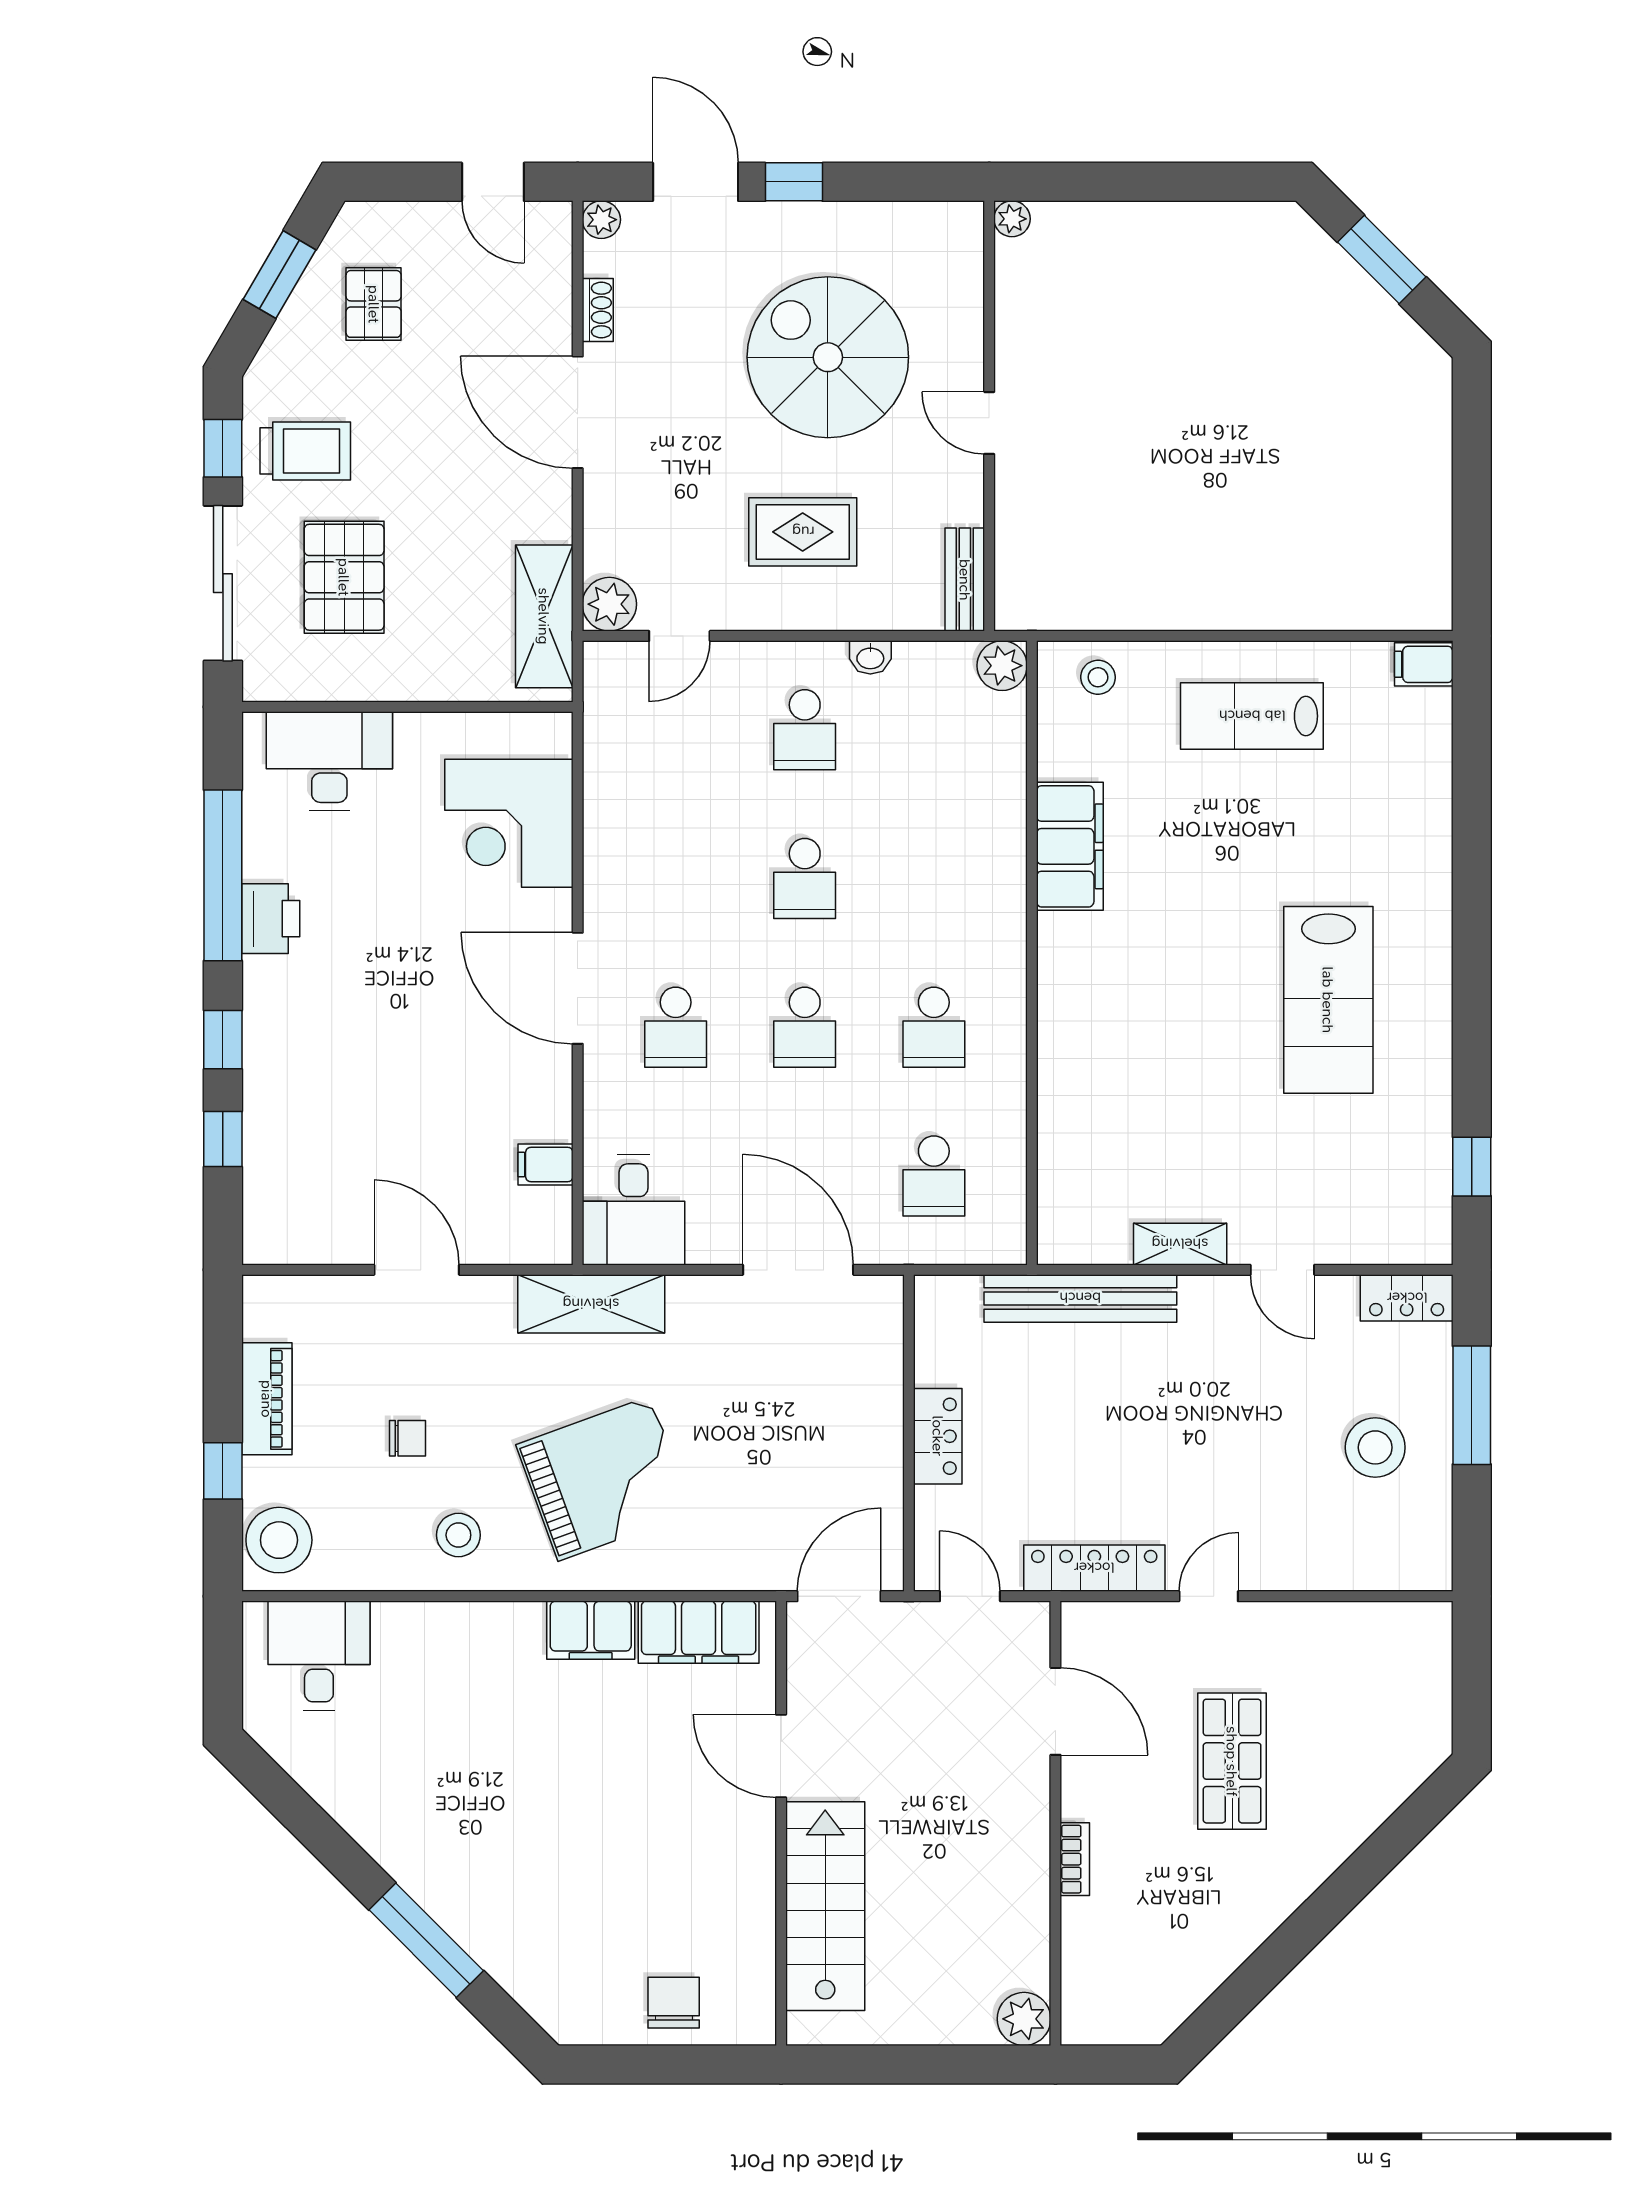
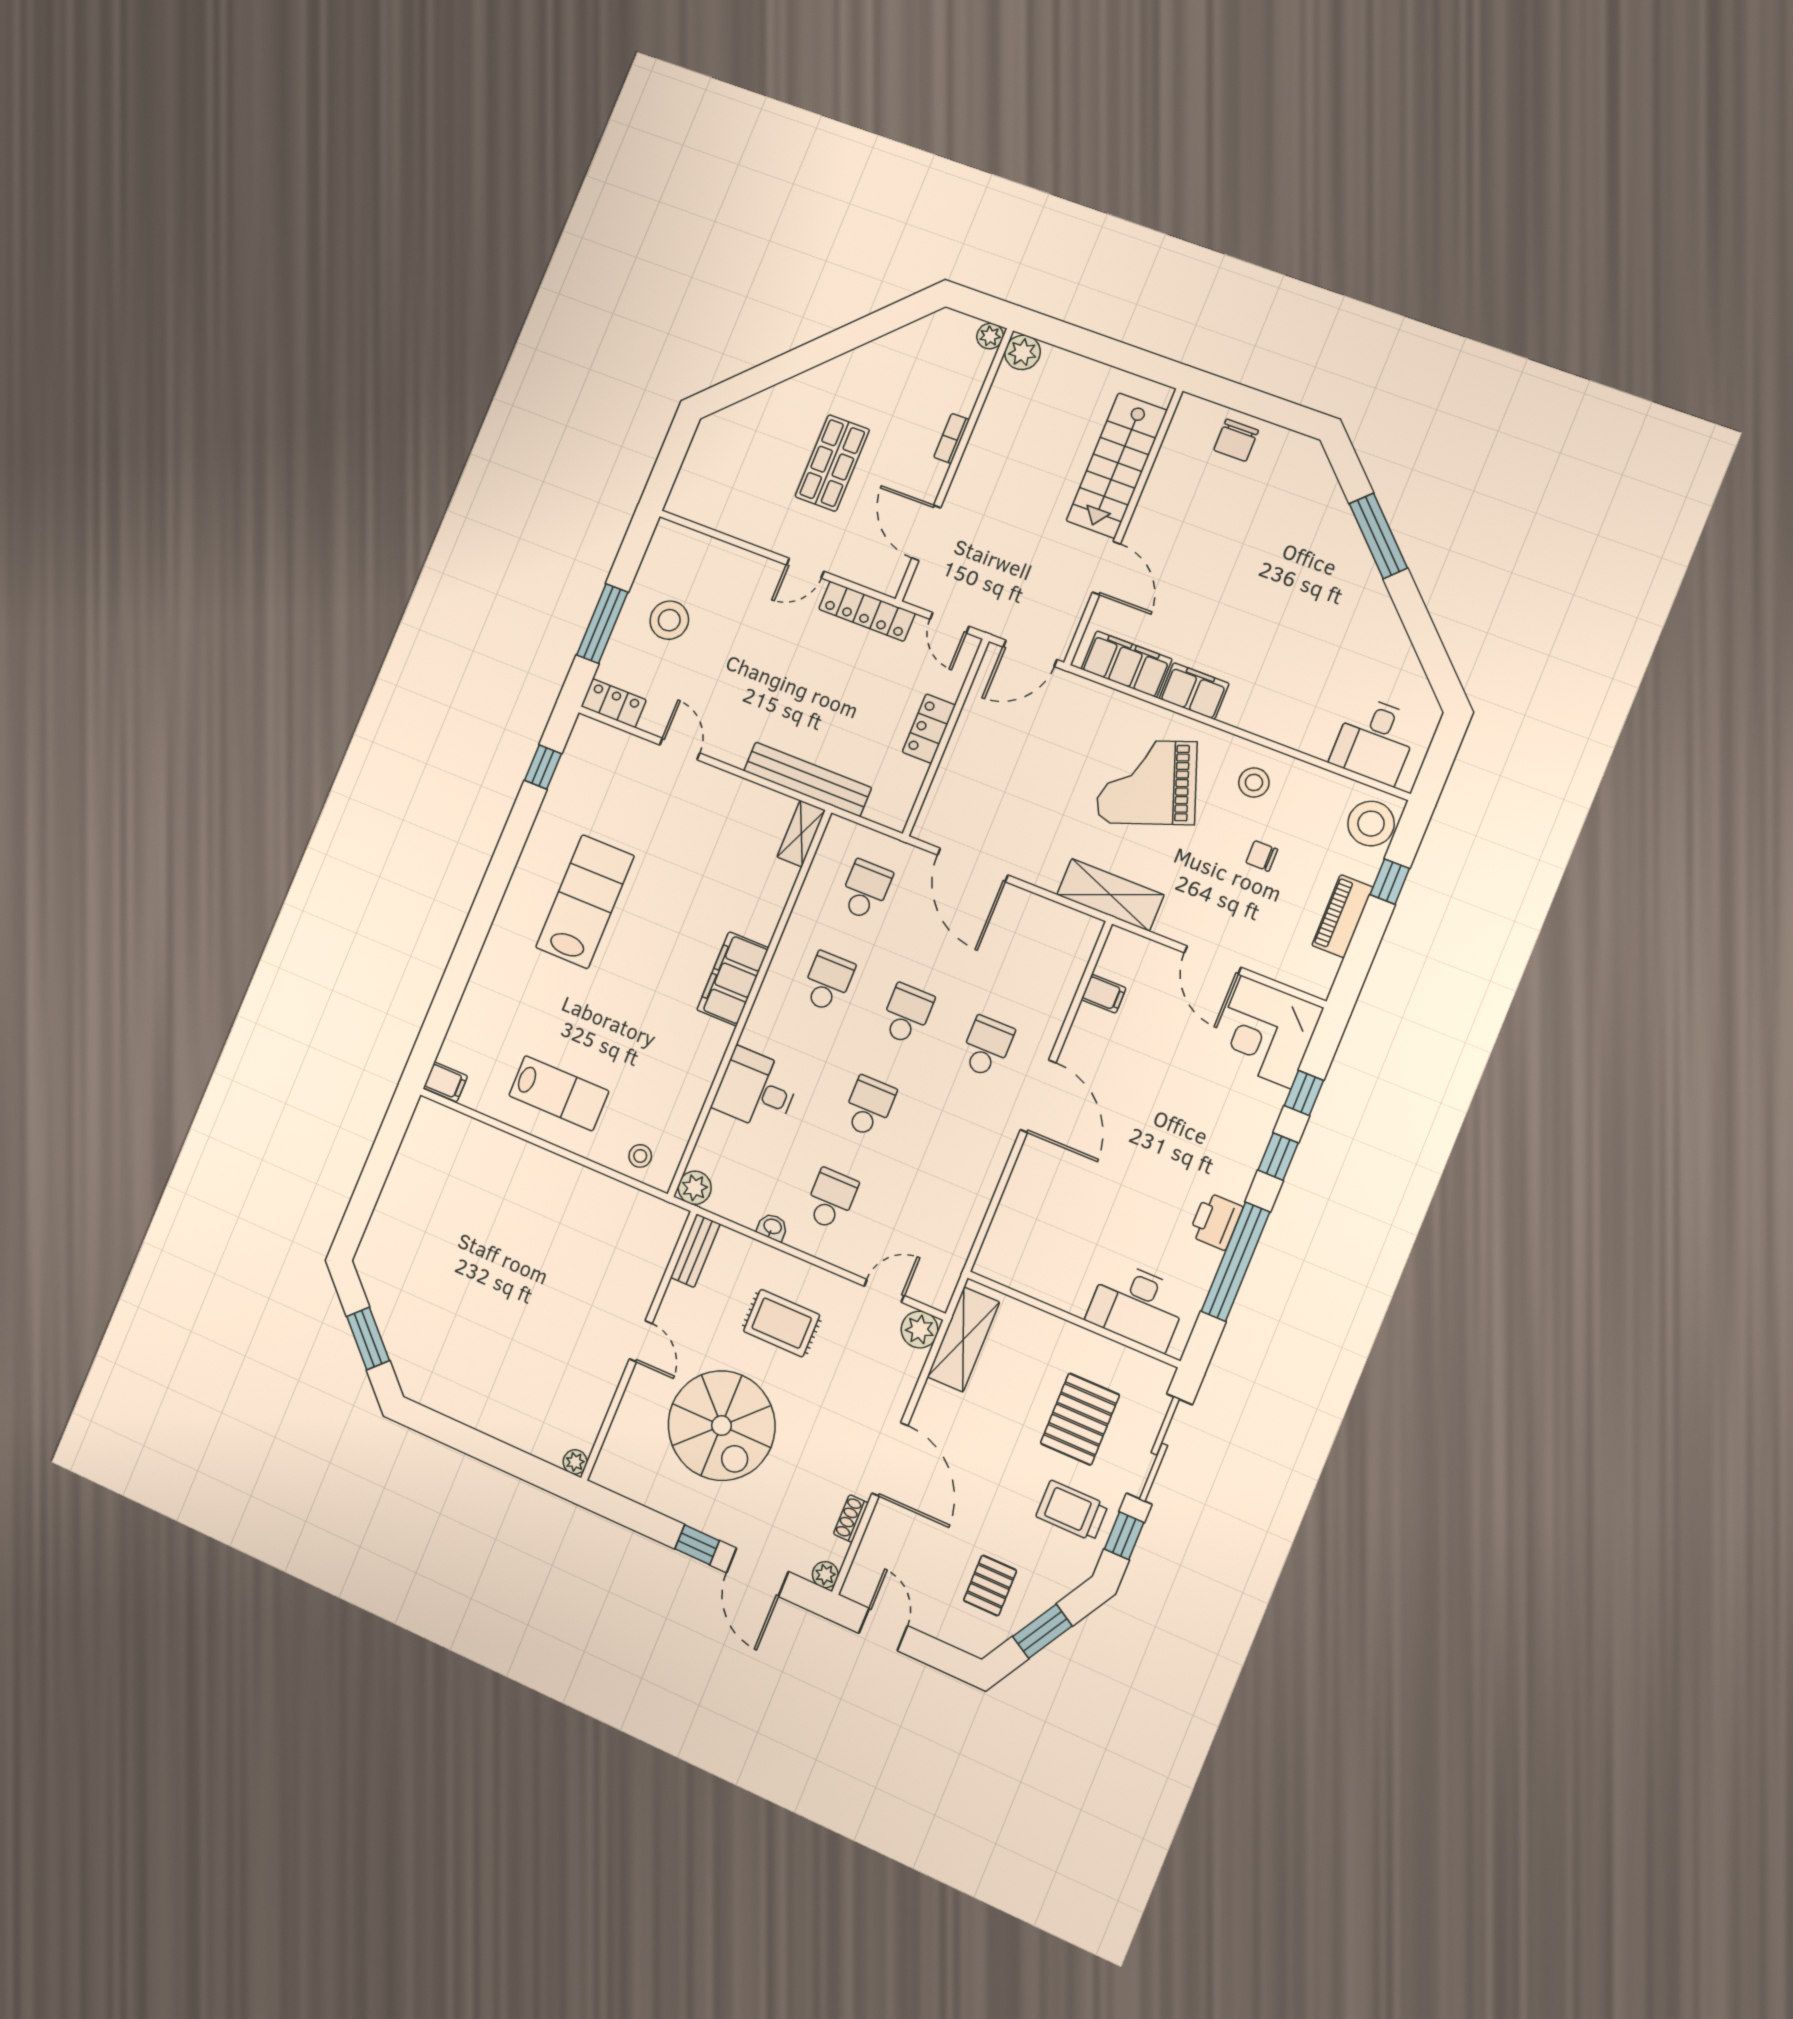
corner desk: (509, 823) -> (1266, 1032), moved, turned 180
filing cabinet: (1070, 846) -> (733, 979), moved
desk: (633, 1210) -> (756, 1090), moved, turned -90
shelving: (1180, 1244) -> (801, 834), moved, turned 90
plant: (1080, 2026) -> (990, 336), added

